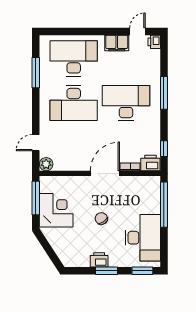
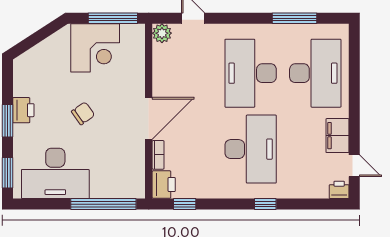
window: (164, 93) -> (265, 204), width x0.46
door: (105, 173) -> (149, 118), hinge flipped

